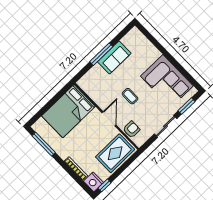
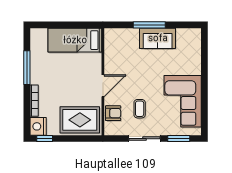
coffee table: (130, 96) -> (140, 109), moved
bed: (68, 111) -> (75, 40), width x0.67
window: (44, 144) -> (27, 68), moved

